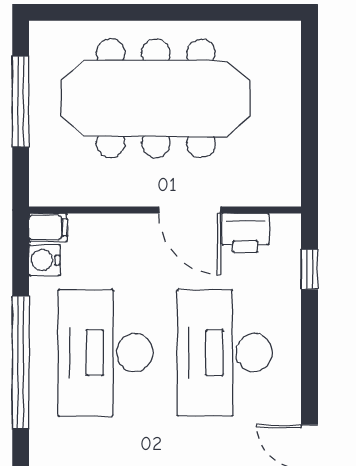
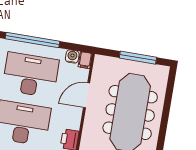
door: (190, 210) -> (87, 95), moved

